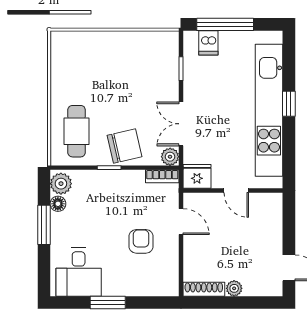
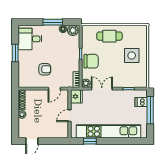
side table: (113, 62) -> (132, 56), added
window: (289, 104) -> (90, 141), moved
cafe table: (77, 131) -> (109, 36), moved
chair: (124, 146) -> (91, 61), turned -77

